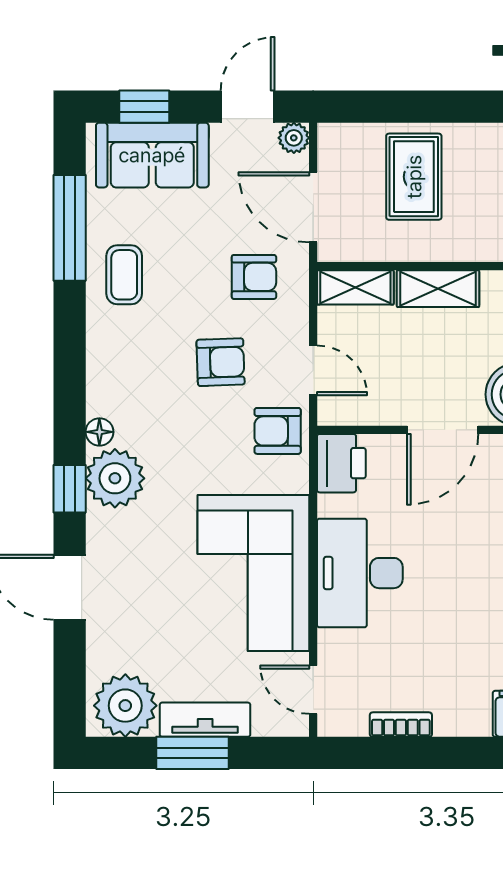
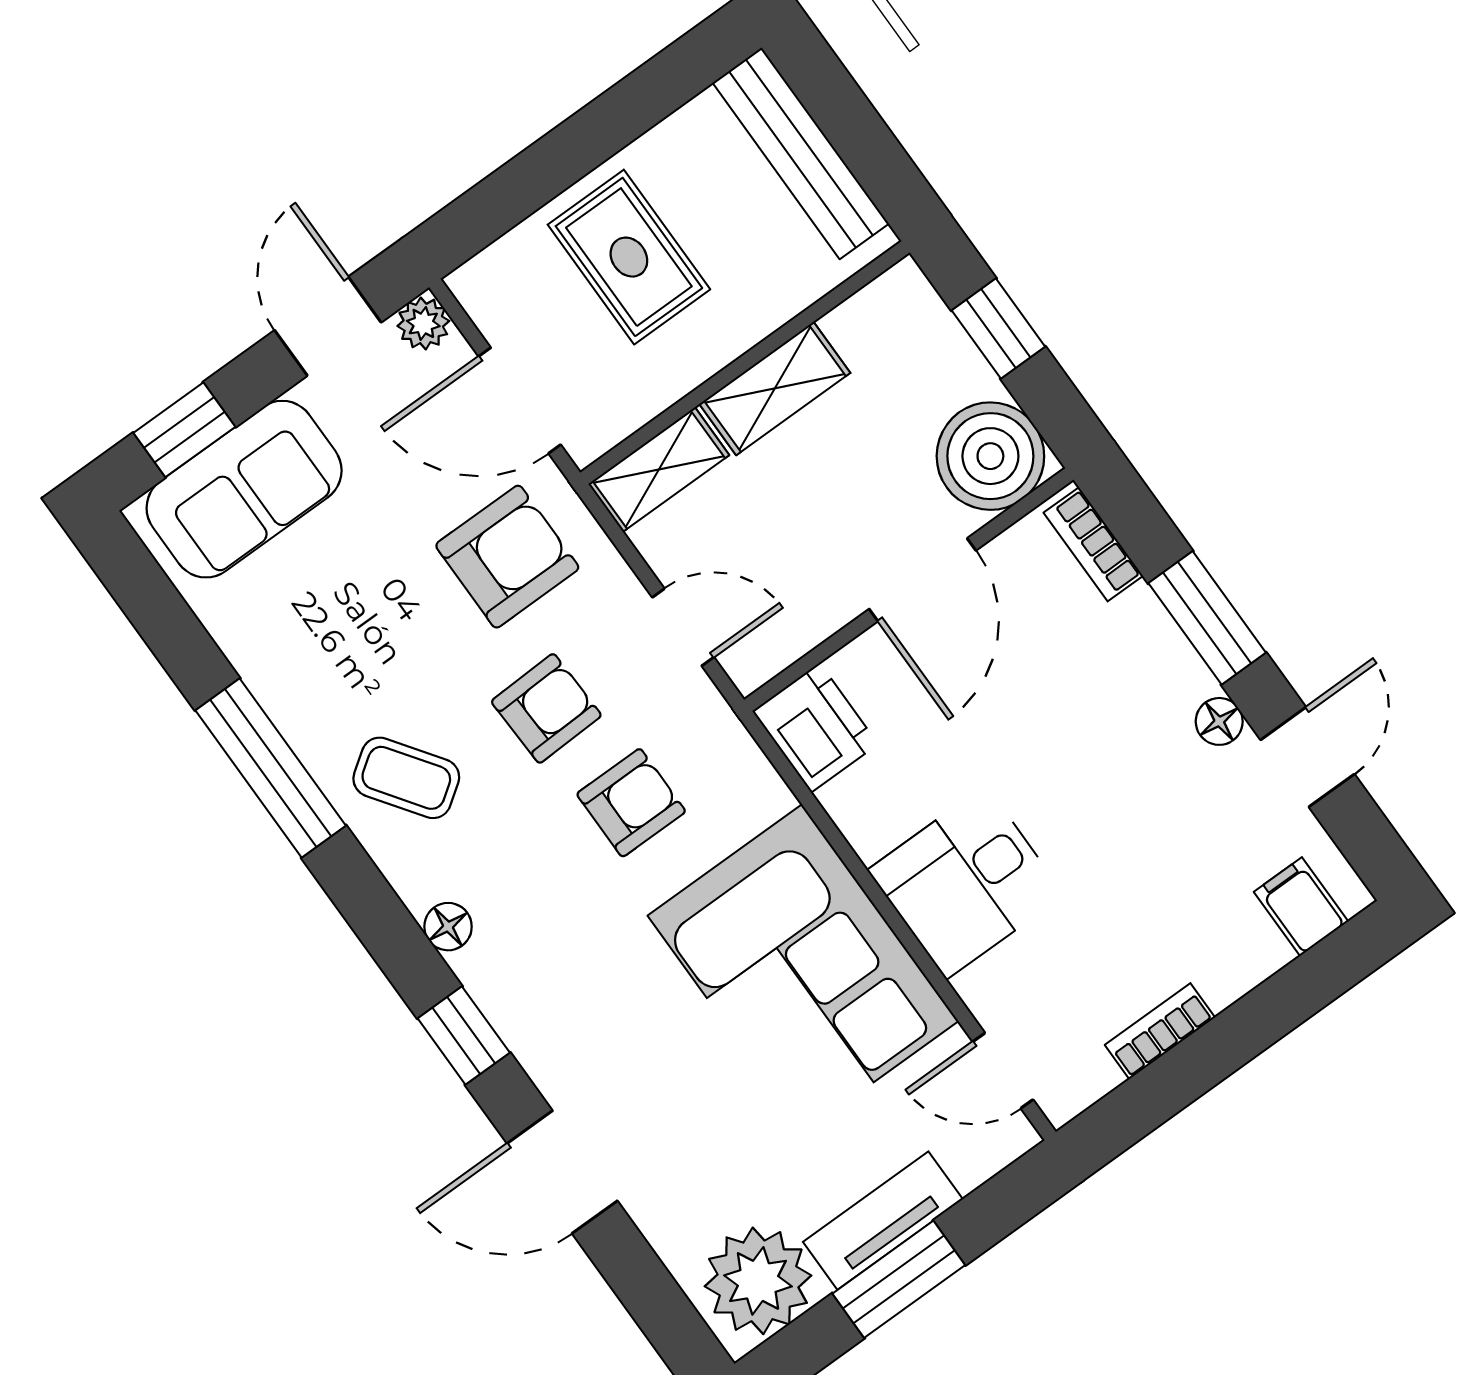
window: (70, 228) -> (271, 768), moved
coffee table: (124, 275) -> (406, 778), moved, turned -35
armchair: (254, 277) -> (507, 557), width x1.38, depth x1.38
armchair: (278, 431) -> (631, 803), moved, turned 180
plant: (115, 478) -> (516, 975), removed
desk: (360, 573) -> (966, 882), width x0.73

